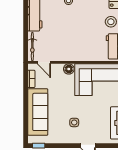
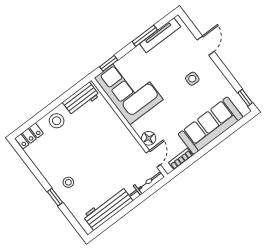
floor lamp: (69, 69) -> (149, 138), moved

